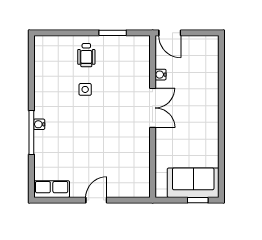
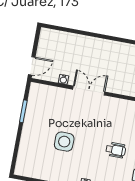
wheelchair: (86, 55) -> (116, 150), moved
side table: (85, 89) -> (64, 142), width x1.87, depth x1.87

